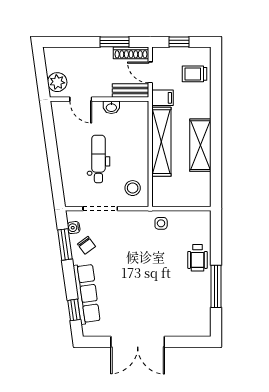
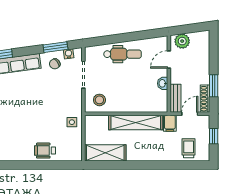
shelving: (200, 145) -> (105, 153), moved
dental chair: (98, 159) -> (123, 54), moved
window: (216, 286) -> (23, 165), removed

